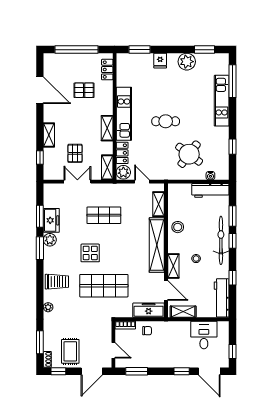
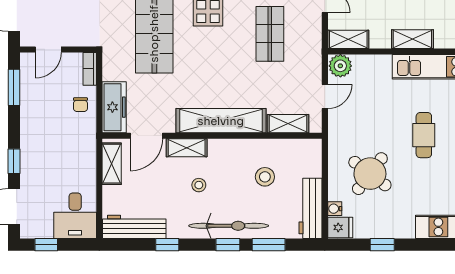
locker: (122, 153) -> (372, 64), removed
fridge: (222, 172) -> (340, 227), added
stool: (178, 227) -> (265, 177), moved
desk: (204, 335) -> (75, 216), moved, turned 90

